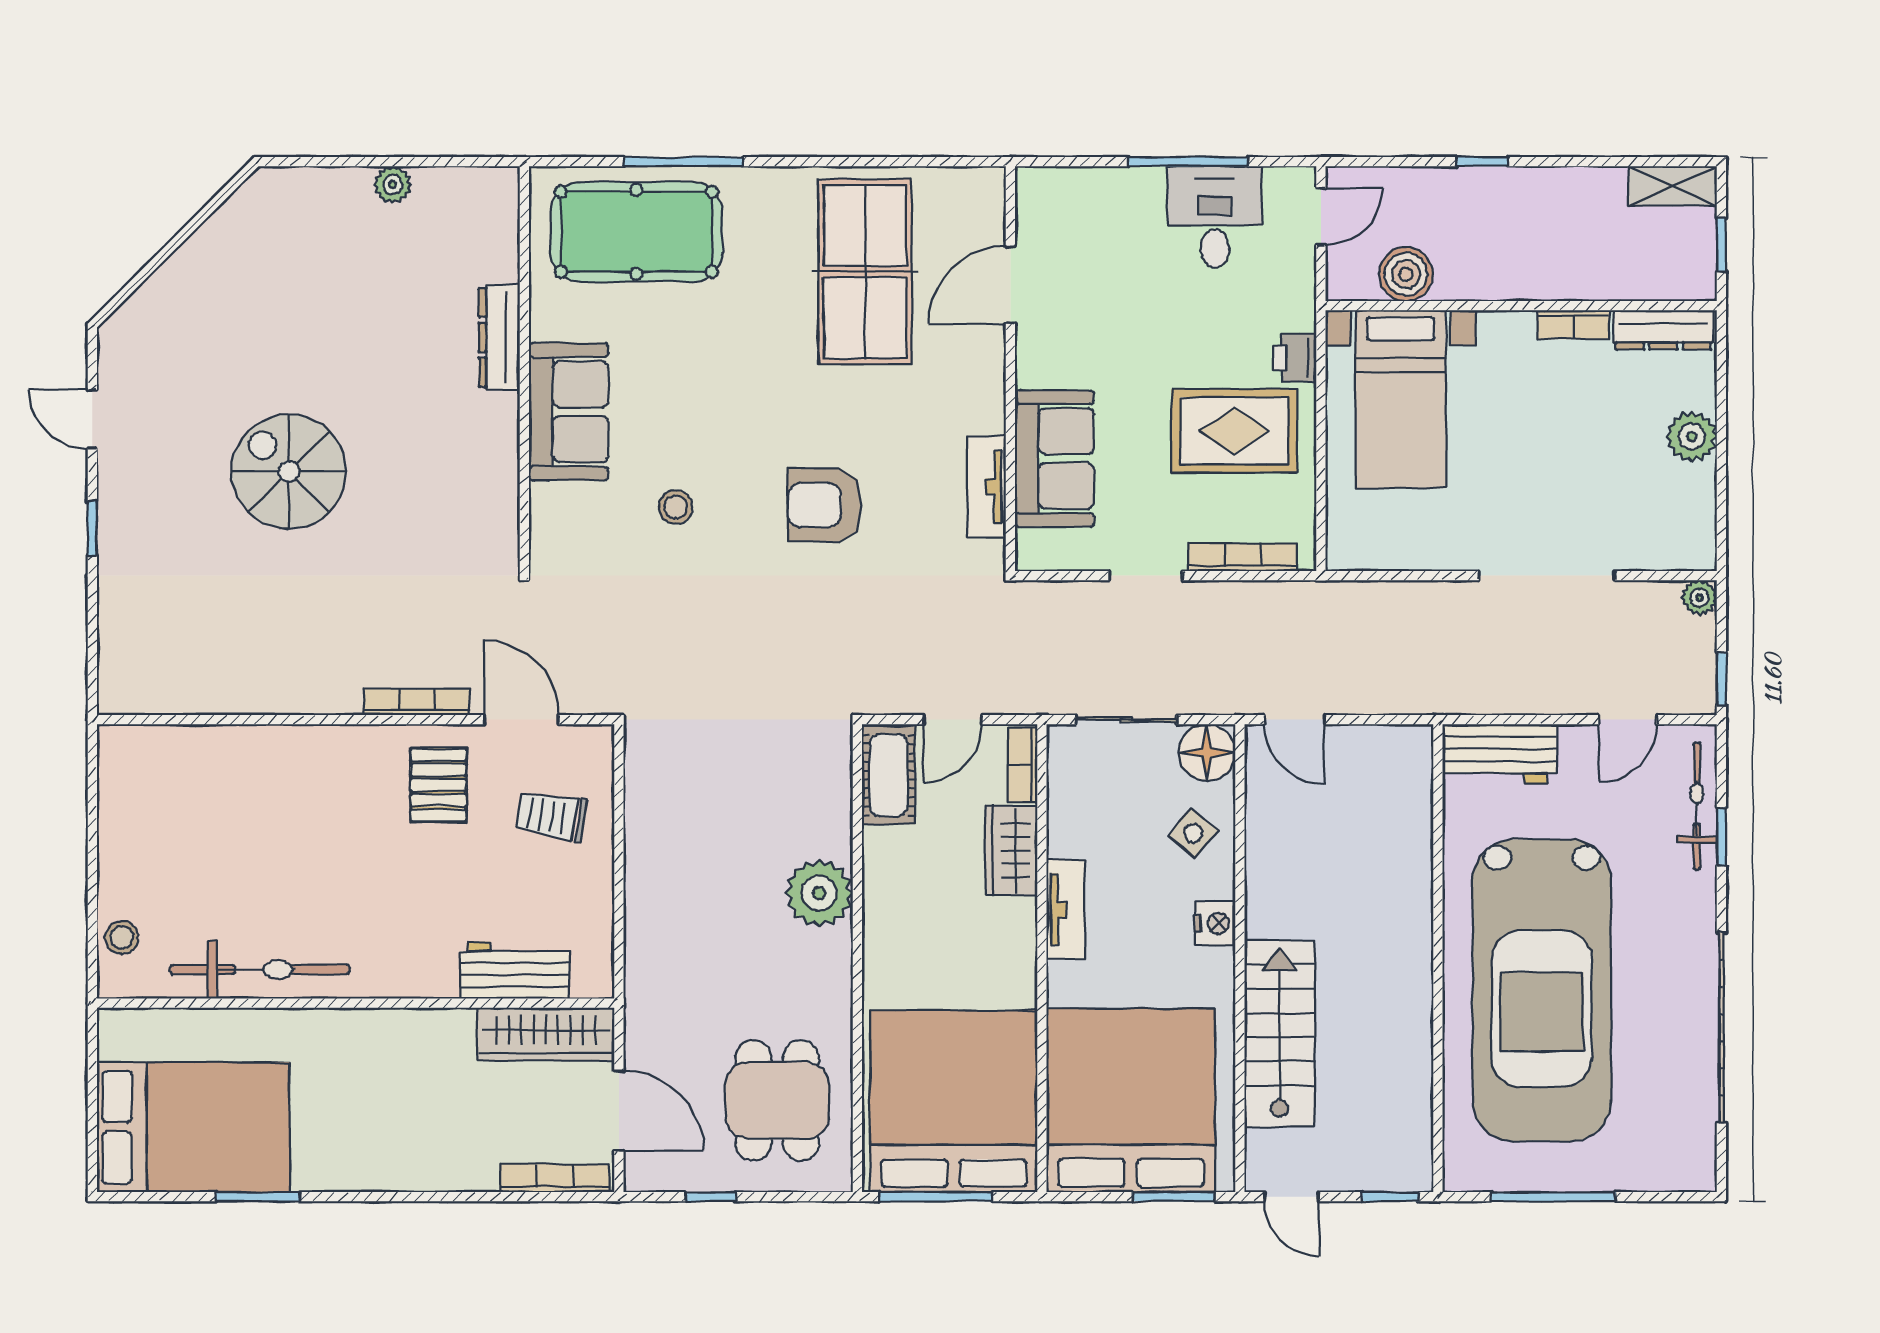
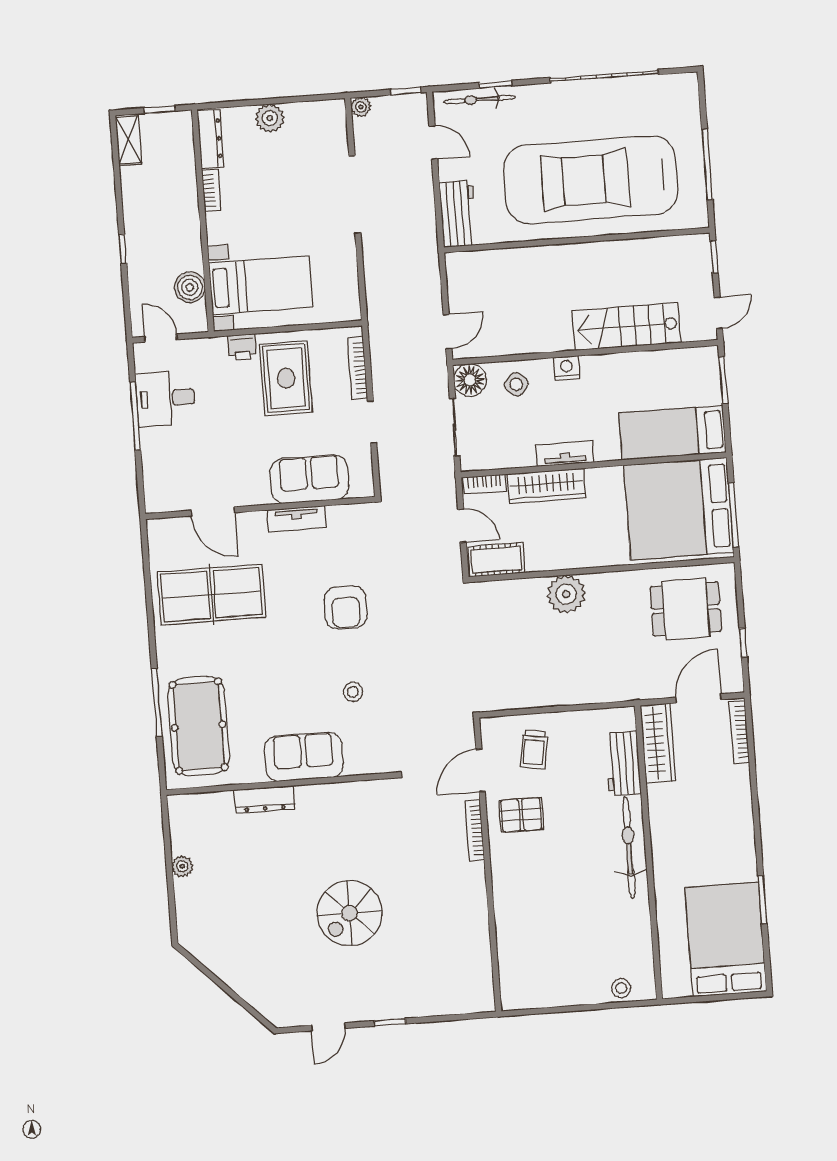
tv unit: (986, 487) -> (297, 519), moved
wardrobe: (1011, 850) -> (546, 486), width x1.50
bicycle: (260, 970) -> (629, 848), moved
car: (1542, 990) -> (591, 180), turned 180
bed: (1131, 1101) -> (672, 433), width x0.49

